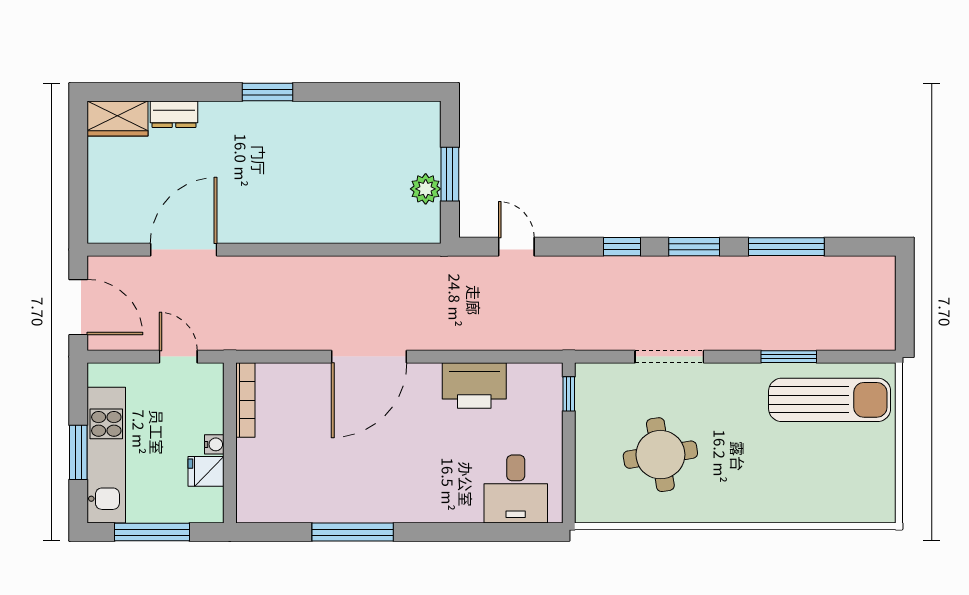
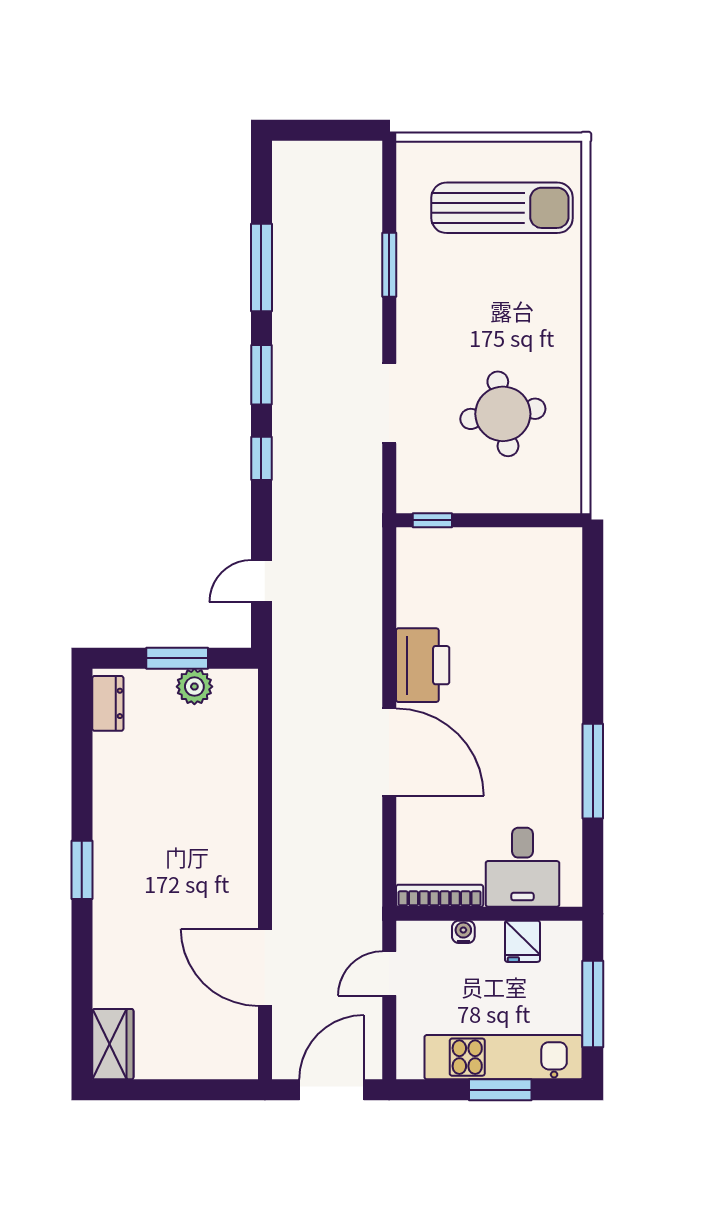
dresser: (174, 114) -> (108, 703), moved
printer: (474, 385) -> (423, 665), moved
sun lounger: (830, 400) -> (502, 208), moved, turned 90
water cooler: (214, 444) -> (463, 932), moved
desk: (516, 489) -> (522, 867), moved, turned 90

